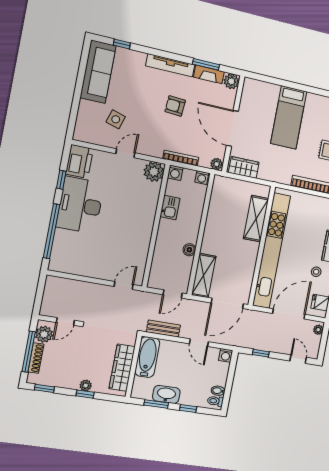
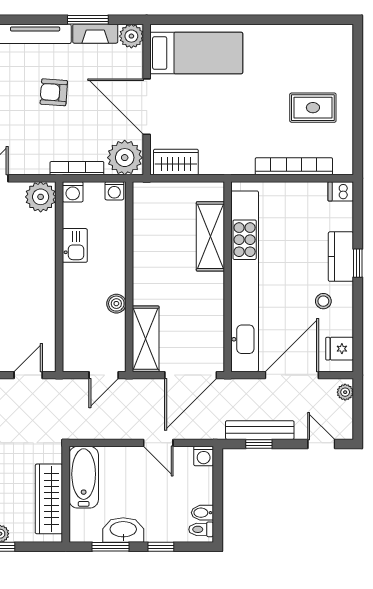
bed: (289, 117) -> (196, 53), moved, turned -90
plant: (217, 164) -> (125, 158), width x1.88, depth x1.88
bench: (163, 329) -> (260, 430), moved, width x1.36

